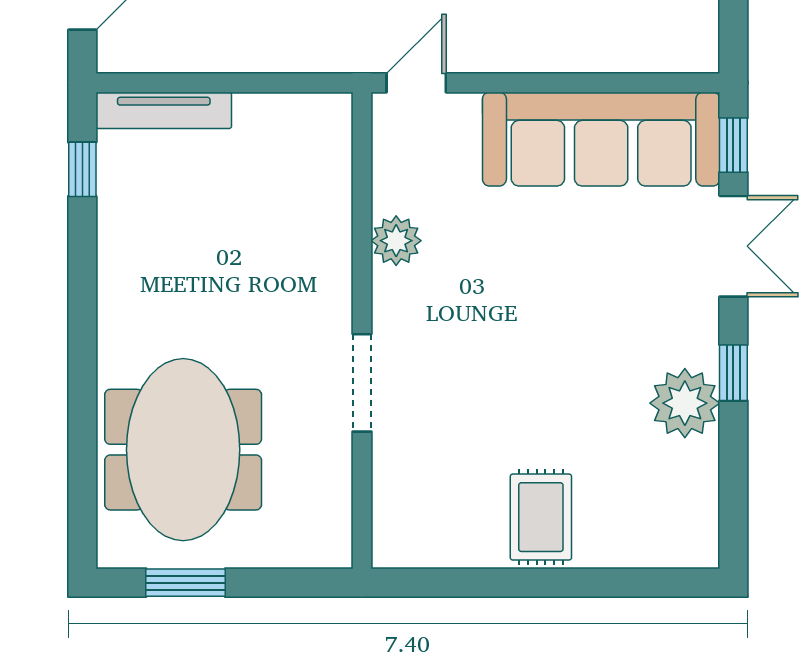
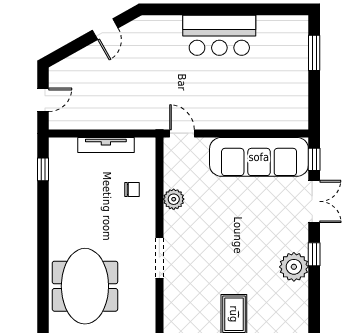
door: (416, 83) -> (182, 133), hinge flipped
tv unit: (164, 110) -> (106, 145), moved
chair: (296, 218) -> (132, 190), added

